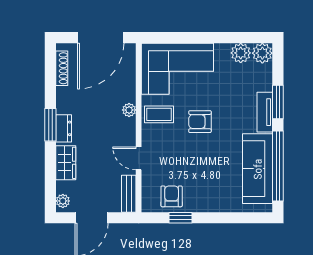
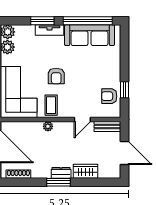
plant: (63, 201) -> (113, 173), removed

